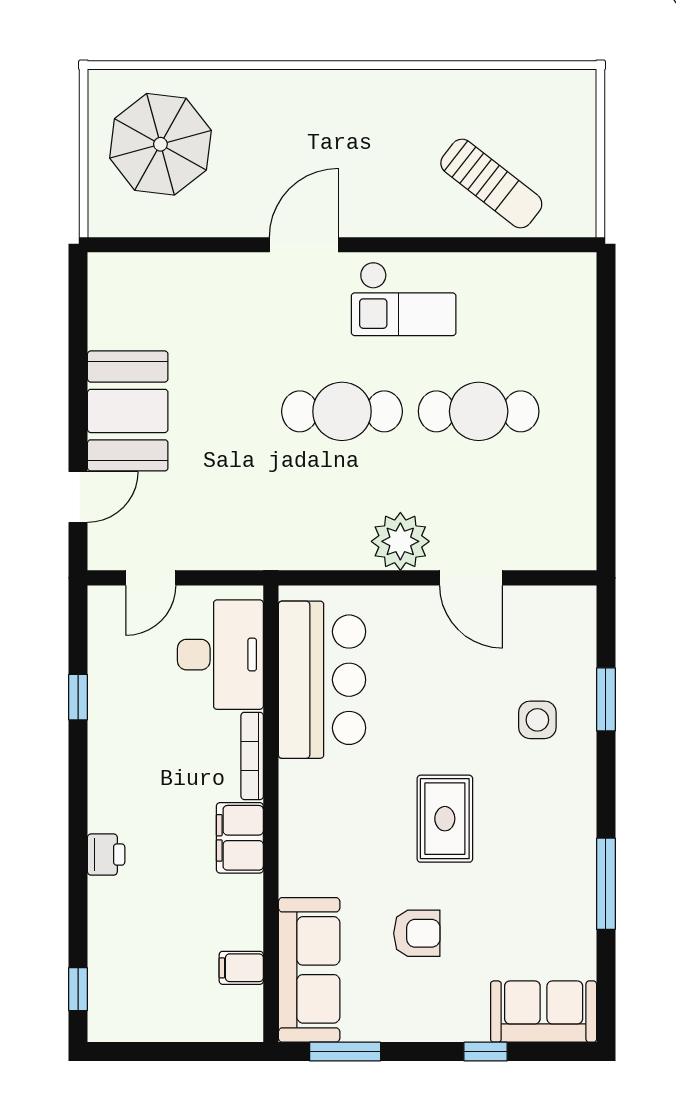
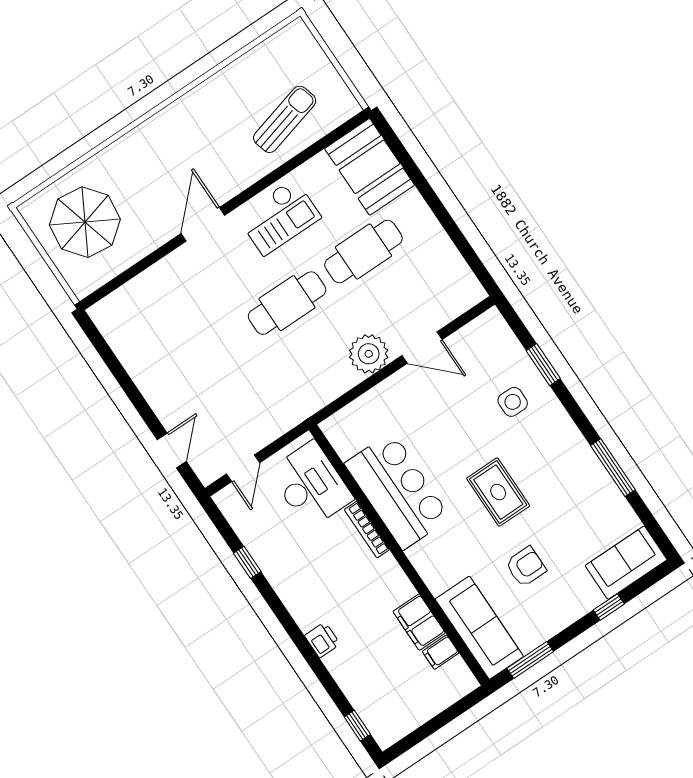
sun lounger: (491, 183) -> (285, 119), turned -53
booth: (128, 411) -> (370, 167), moved
bar counter: (322, 680) -> (397, 491), moved
filing cabinet: (240, 838) -> (419, 622), moved

